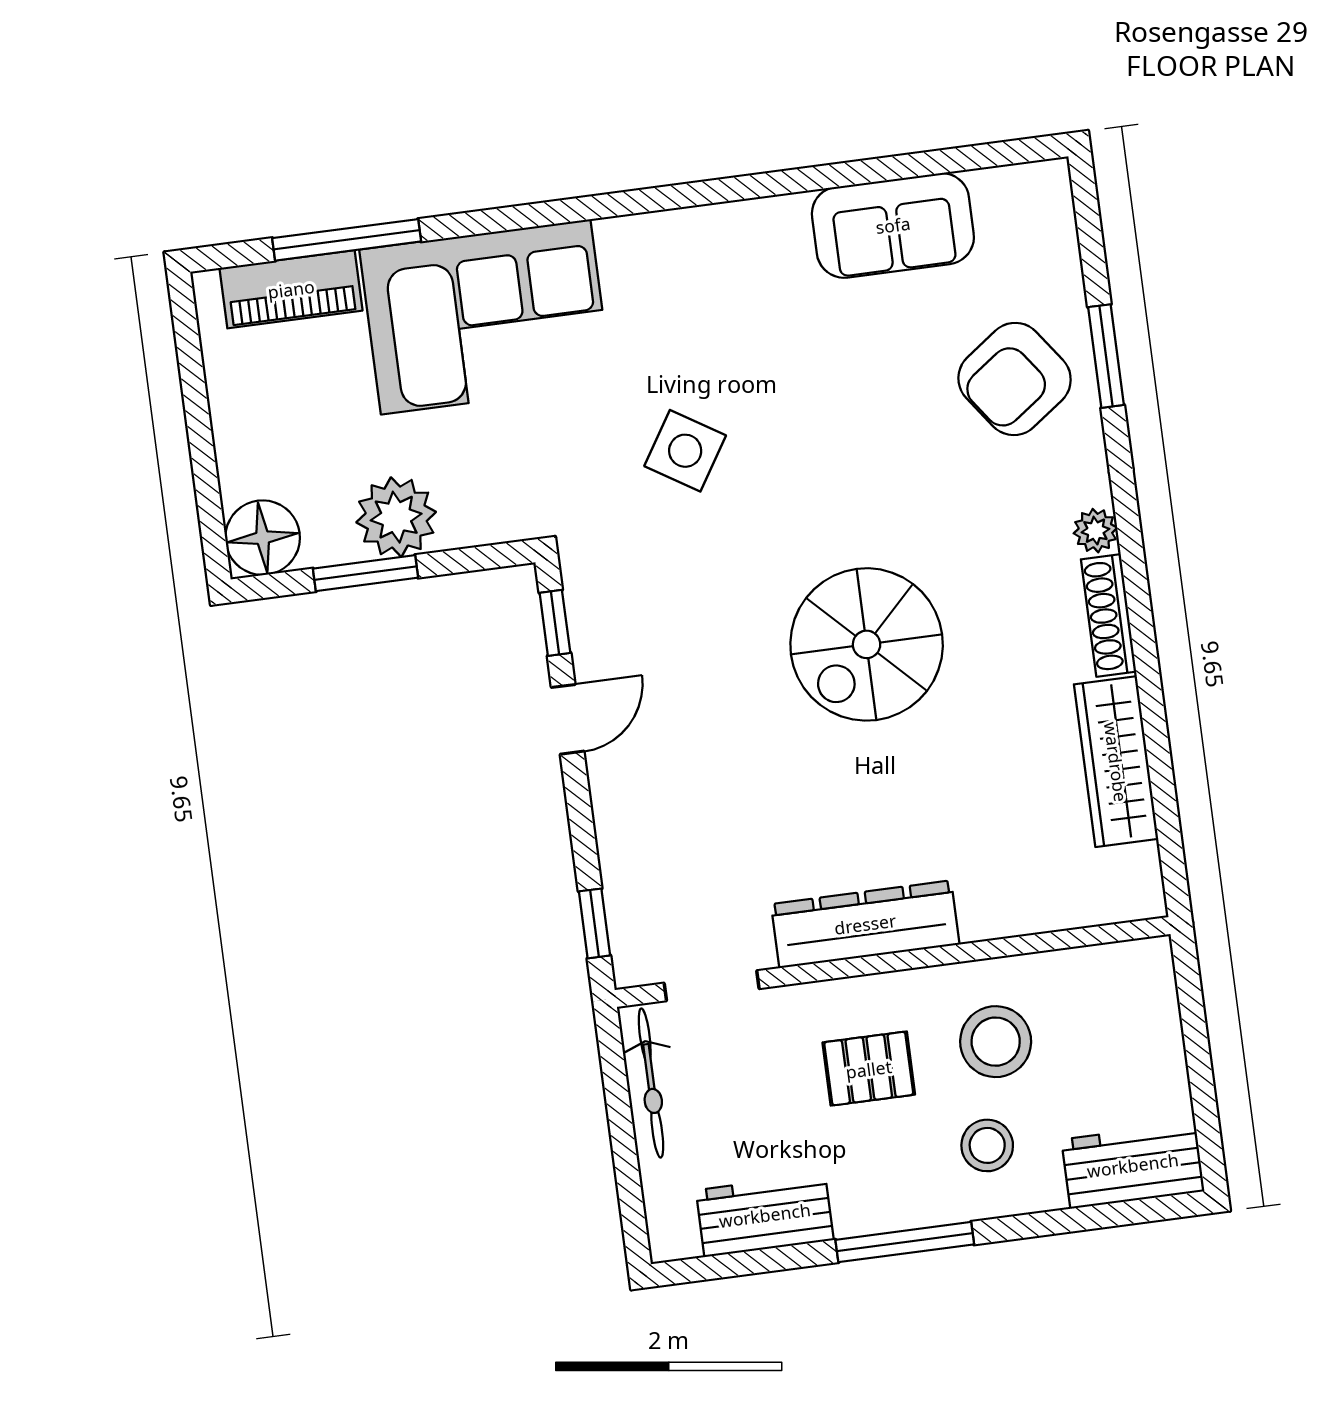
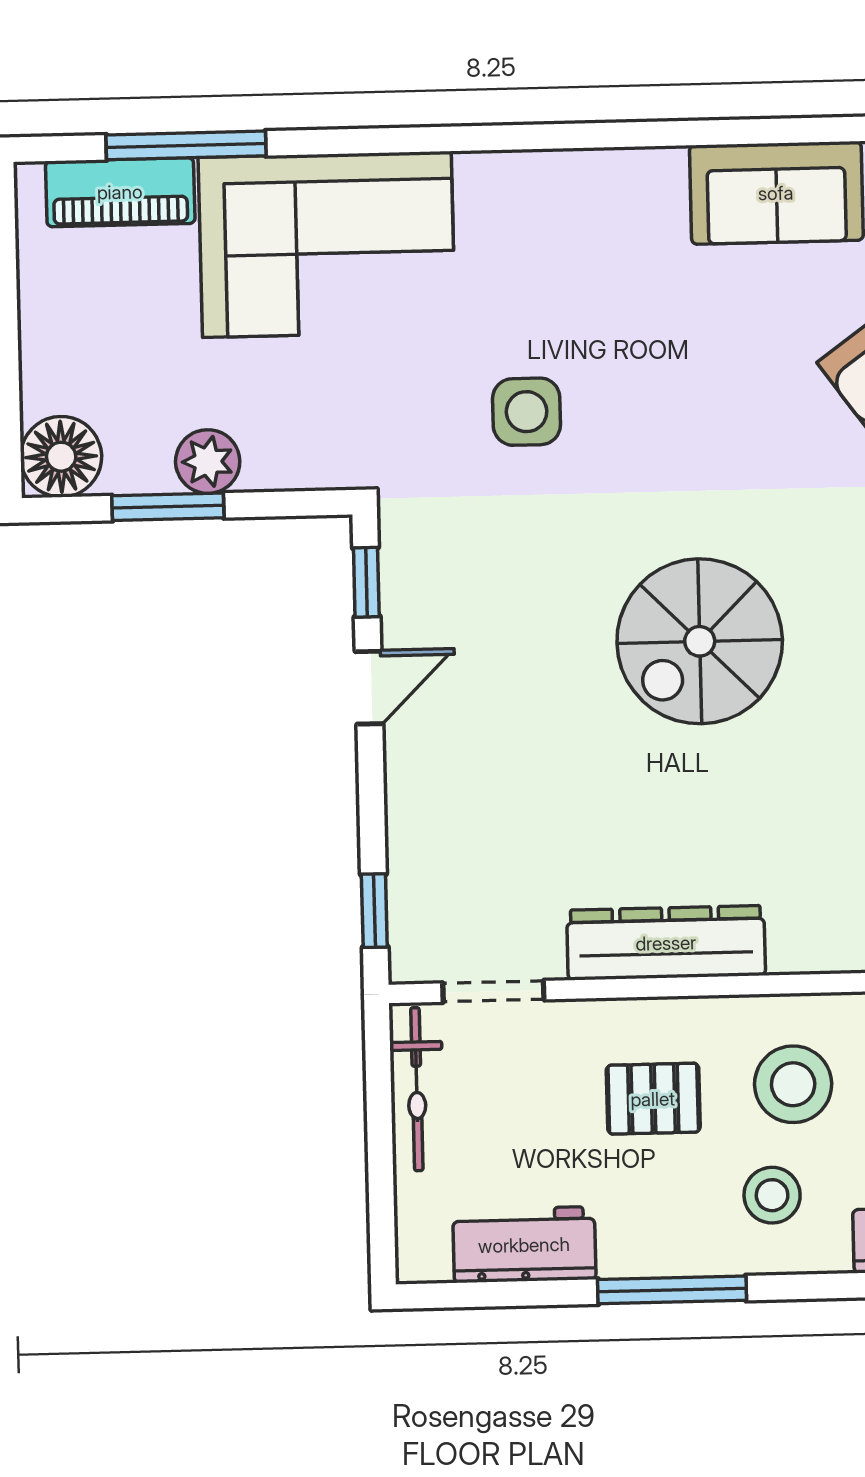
side table: (685, 451) -> (527, 412), turned -32
plant: (396, 517) -> (208, 462), width x0.73, depth x0.73

